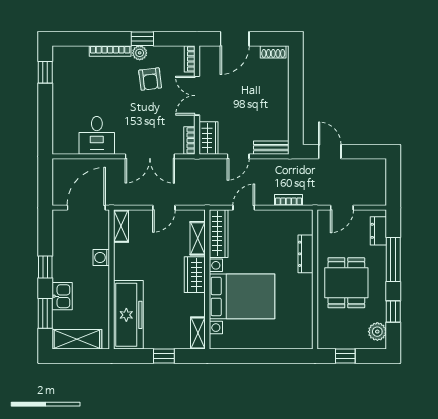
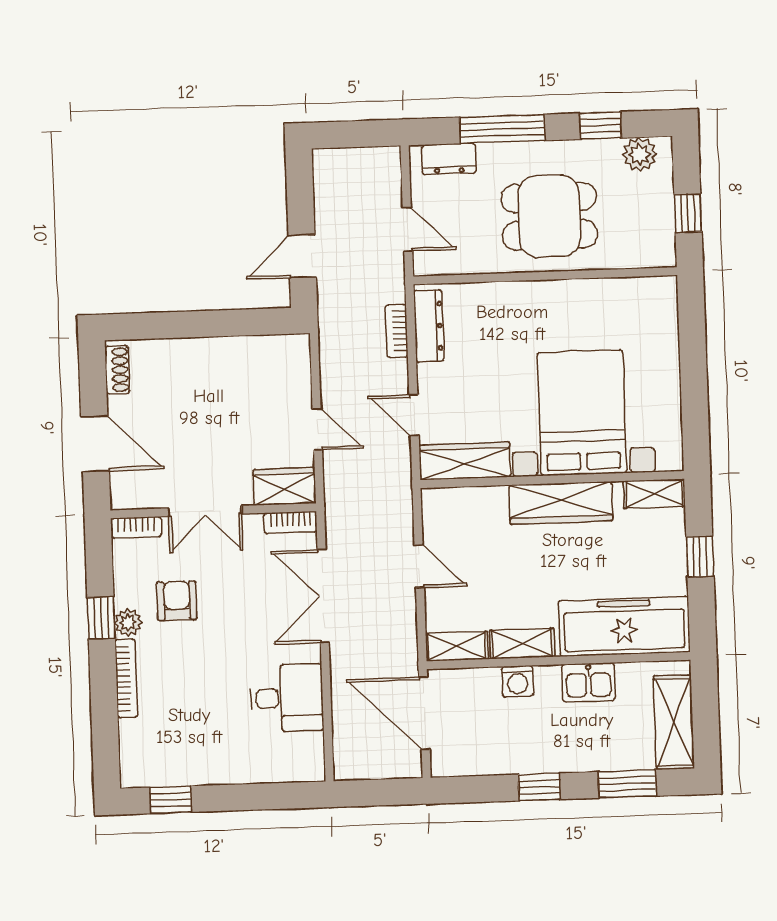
armchair: (150, 79) -> (177, 601), turned -83
bench: (271, 148) -> (298, 367), removed
double door: (150, 156) -> (323, 596), swing flipped
shelving: (198, 238) -> (522, 644), moved
dresser: (305, 254) -> (429, 326), moved, turned -90
wardrobe: (195, 275) -> (561, 503), width x1.50
kitchen sink: (62, 296) -> (589, 682), moved, turned 180

